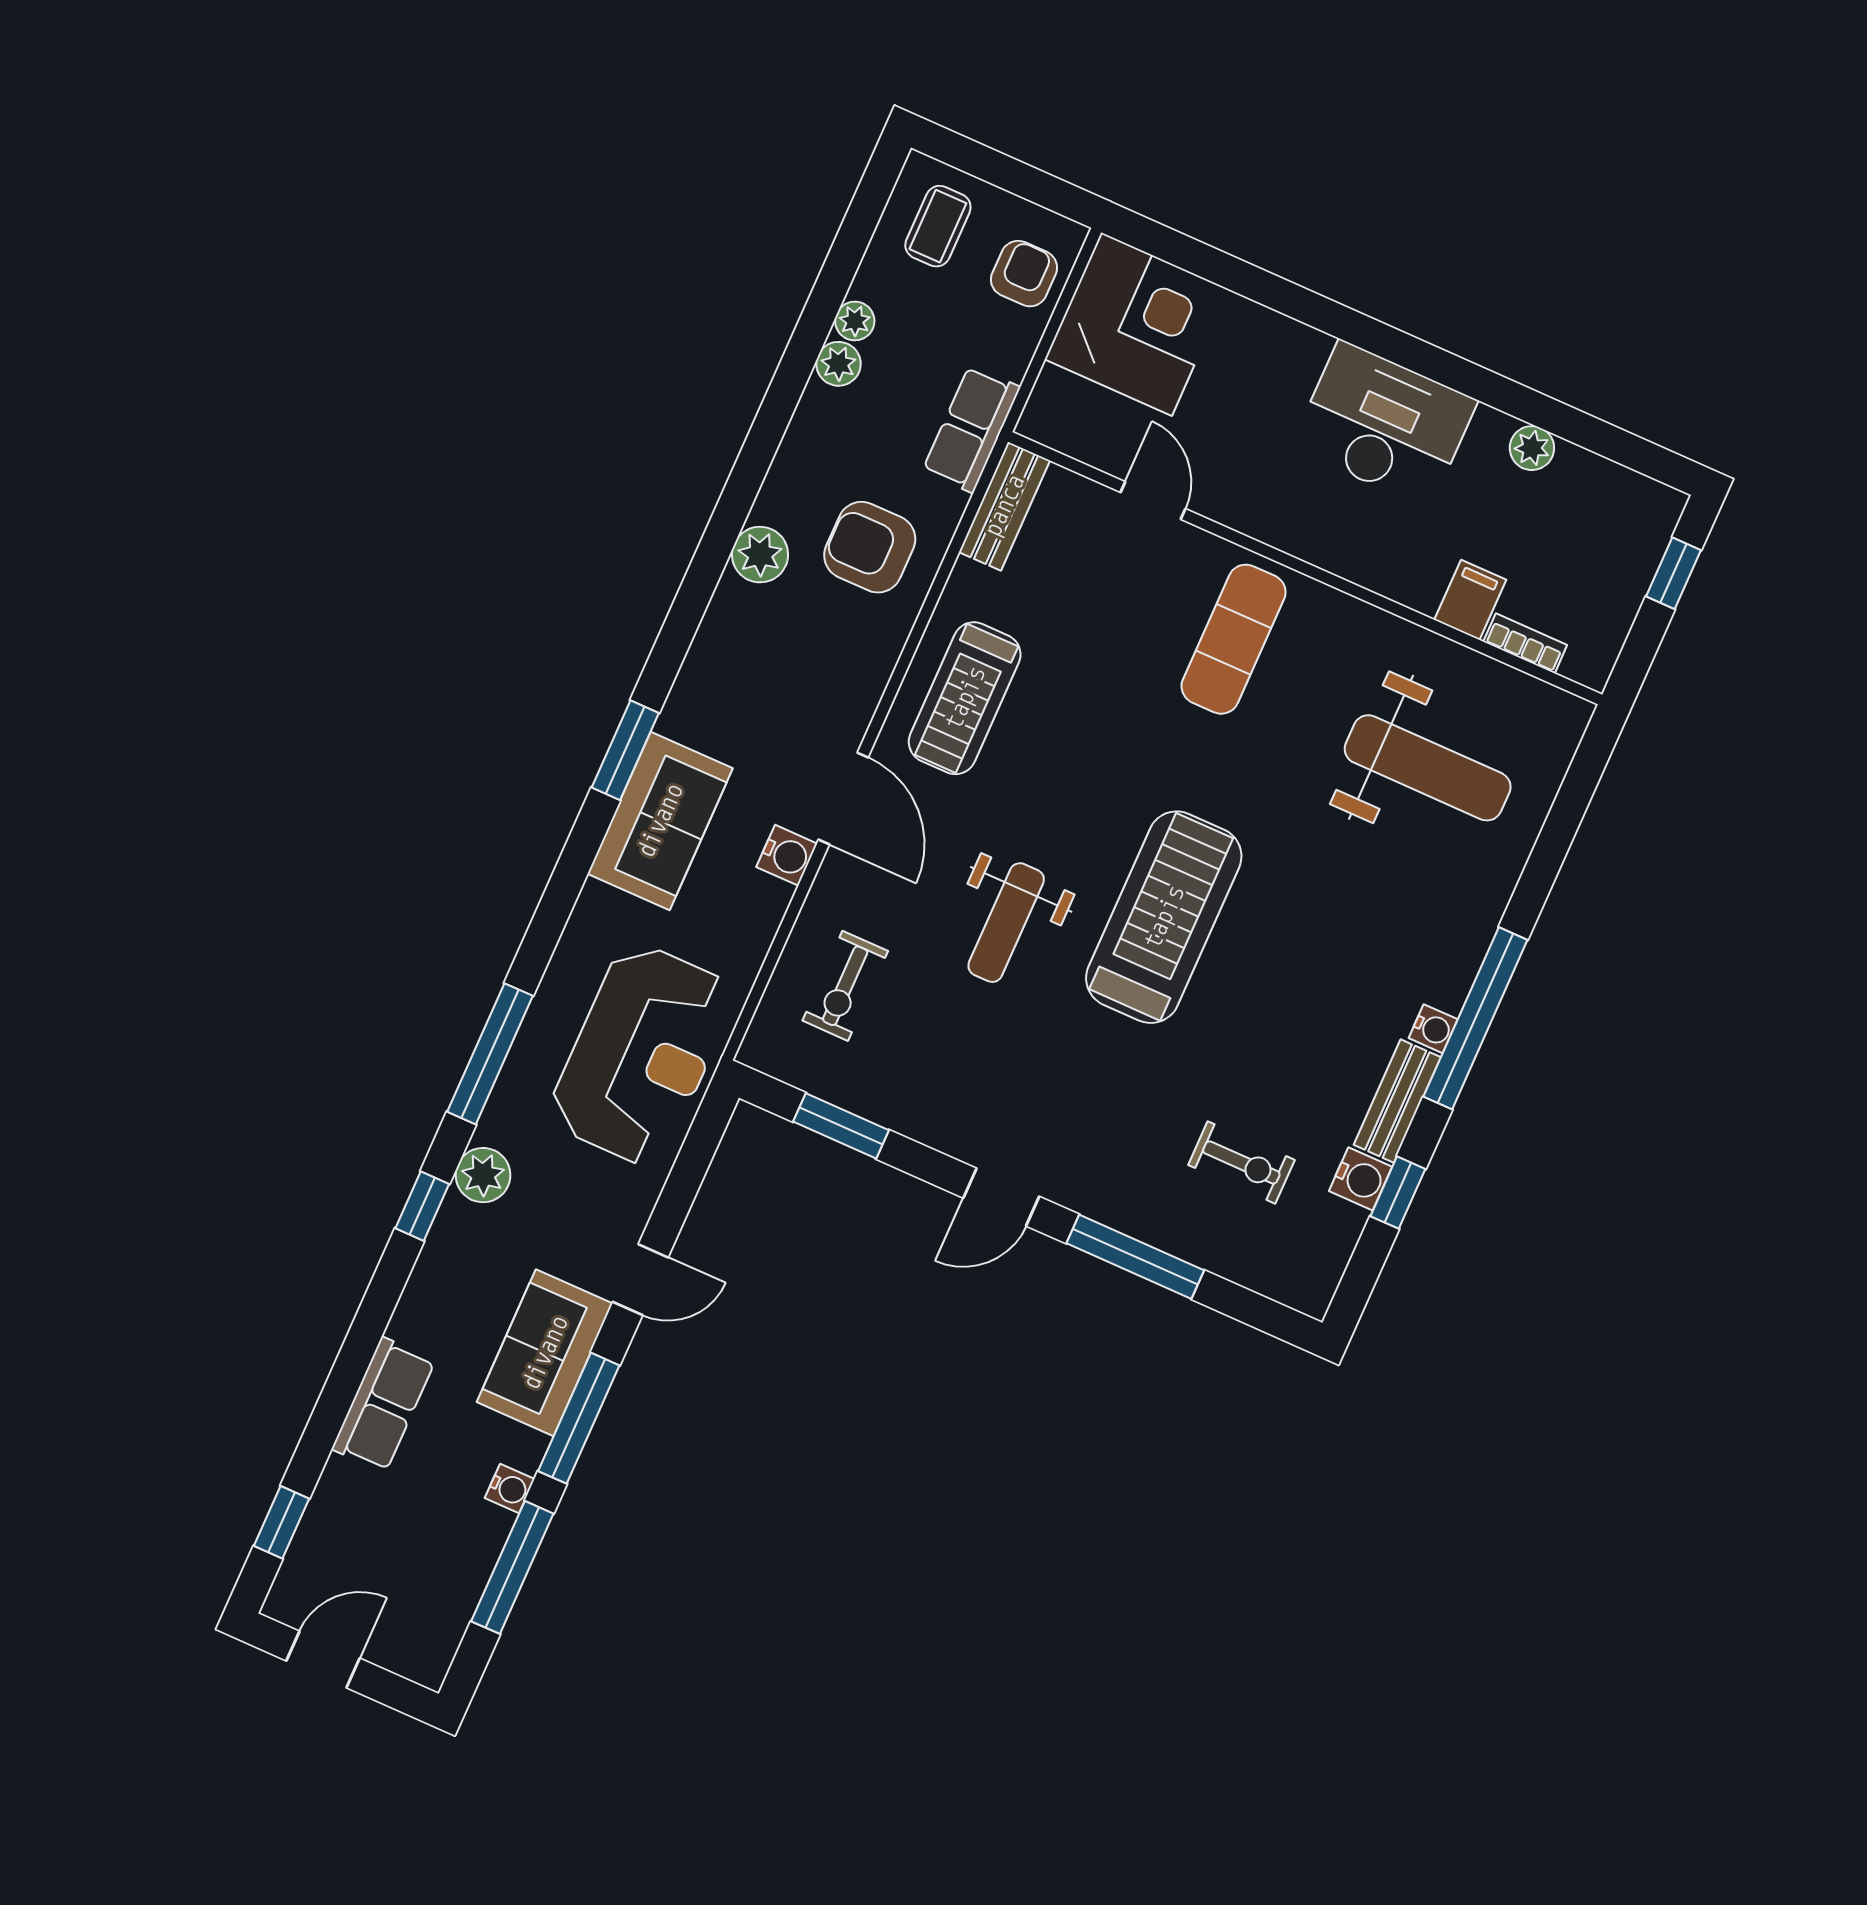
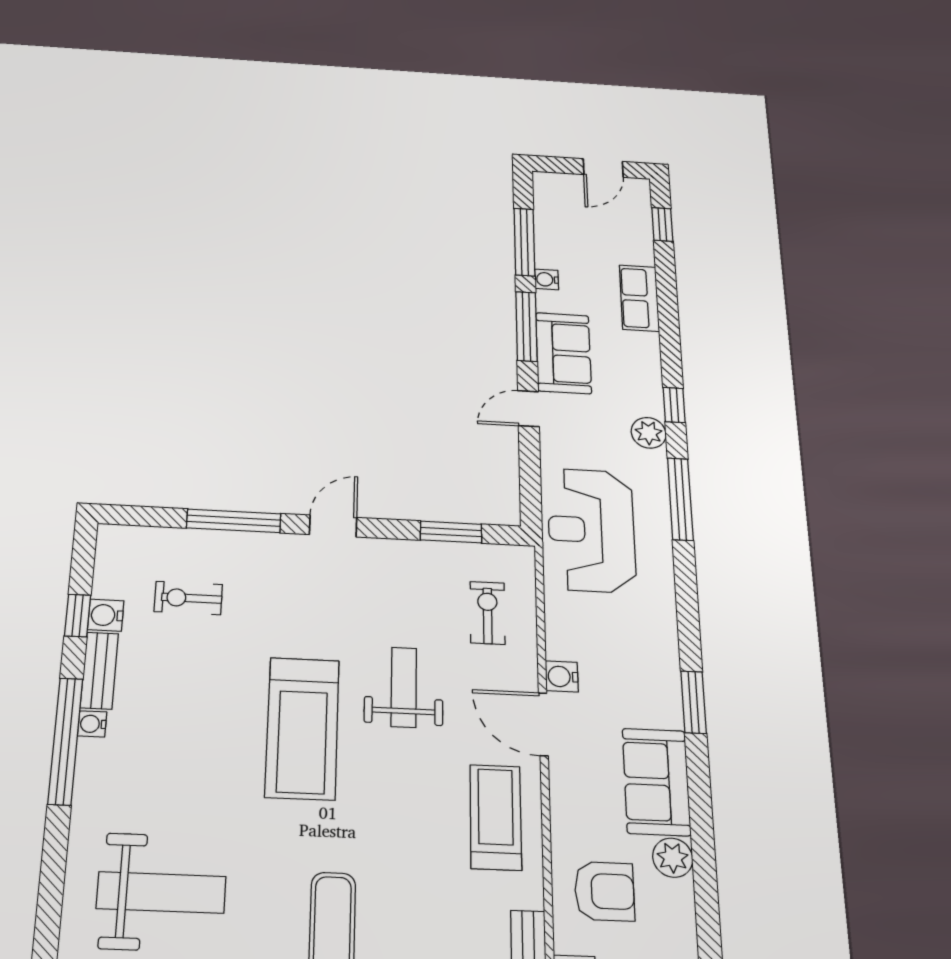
weight bench: (1428, 768) -> (161, 892), turned 180
sofa: (660, 821) -> (656, 782), moved

